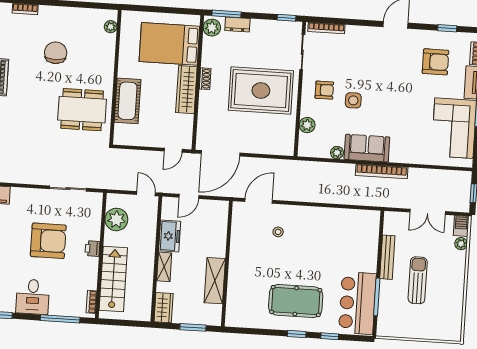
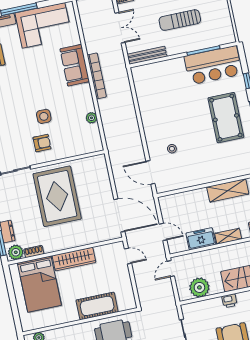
shoe rack: (205, 79) -> (34, 251), moved
armchair: (324, 90) -> (42, 143), turned 90
plant: (307, 125) -> (75, 149), removed
sofa: (367, 148) -> (75, 65), moved
bench: (387, 257) -> (147, 55), moved

